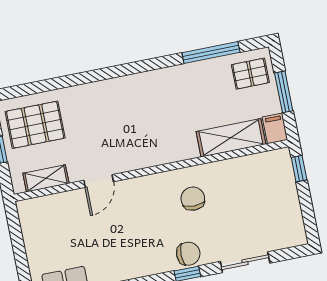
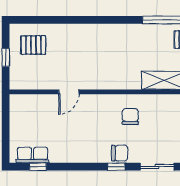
pallet: (35, 125) -> (33, 45), width x0.67, depth x0.71
shelving: (46, 178) -> (34, 83), removed

